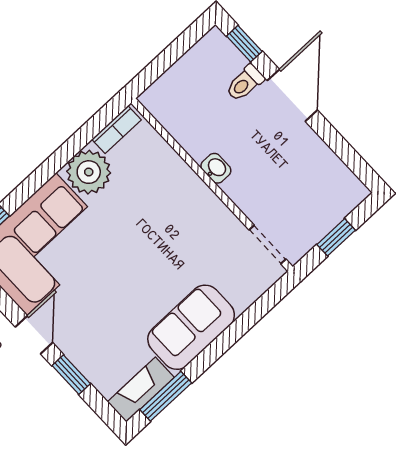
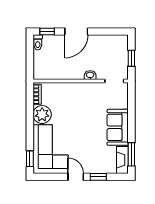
toilet: (245, 83) -> (38, 42), moved
door: (292, 95) -> (76, 32), swing flipped
washbasin: (216, 168) -> (90, 75), moved

